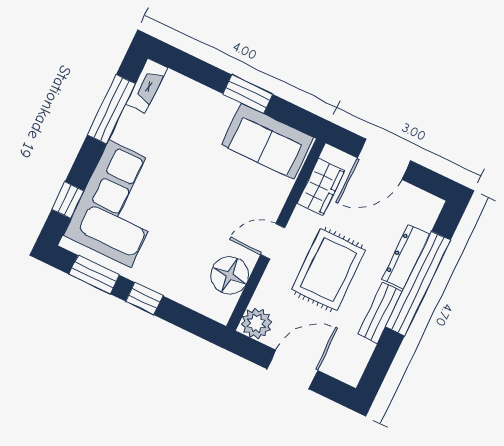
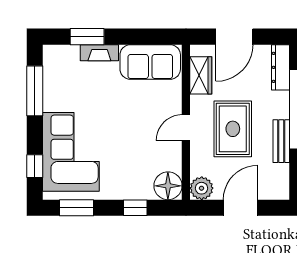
fireplace: (147, 86) -> (99, 53), moved, turned 90
window: (248, 94) -> (87, 37), moved
dresser: (406, 257) -> (281, 67), moved
floor lamp: (230, 275) -> (168, 186), moved
window: (144, 299) -> (135, 208), moved

